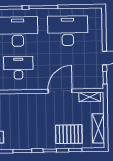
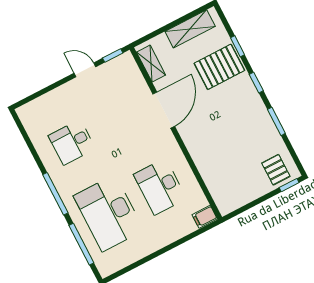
desk: (68, 31) -> (72, 142), width x0.53, depth x0.77
door: (60, 91) -> (164, 110), swing flipped
pallet: (69, 134) -> (219, 67), turned 90

